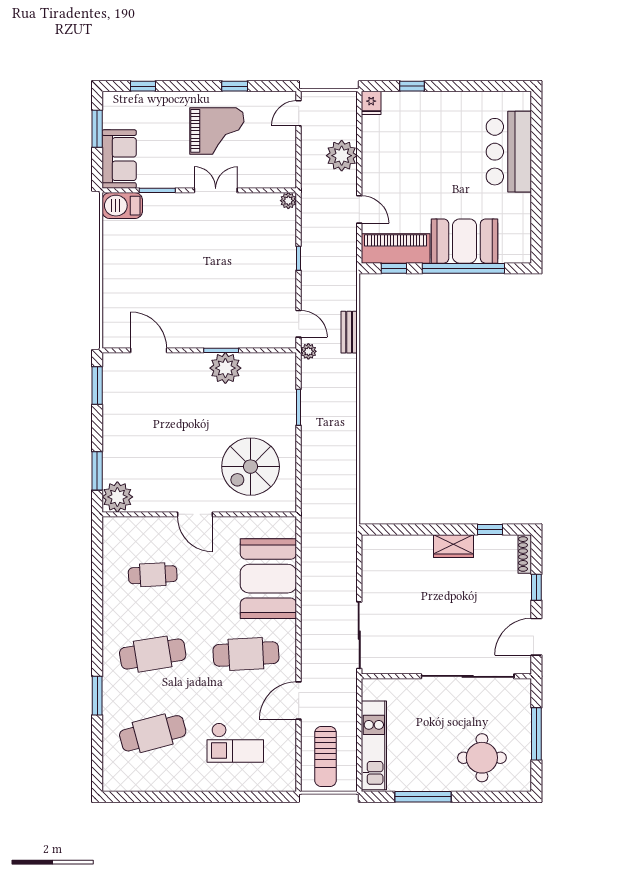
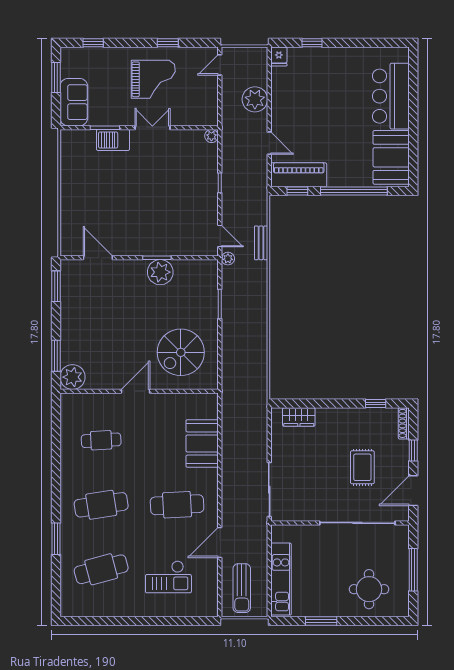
barbecue: (122, 206) -> (113, 140), moved
booth: (465, 241) -> (391, 157), moved, turned 90
door: (195, 514) -> (136, 391), swing flipped
wardrobe: (453, 546) -> (299, 417), moved
booth: (268, 579) -> (202, 443), width x0.73, depth x0.70
rug: (474, 608) -> (362, 467), added
window: (423, 797) -> (321, 621), width x0.69

